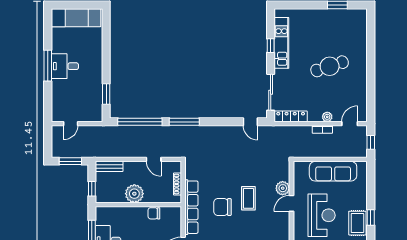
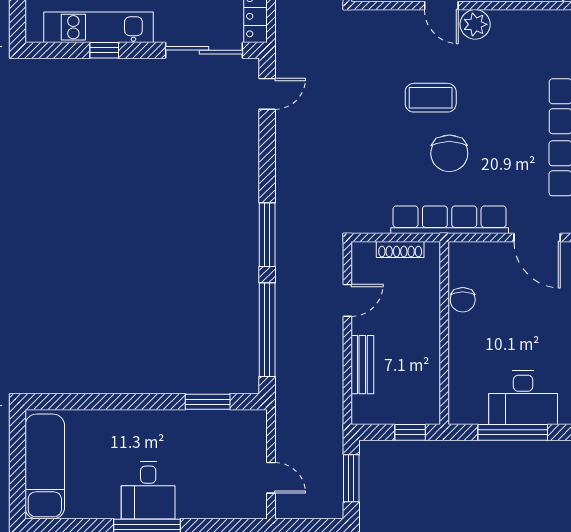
bench: (109, 166) -> (362, 365), moved
plant: (283, 188) -> (475, 24), moved
plant: (134, 194) -> (421, 342), removed

